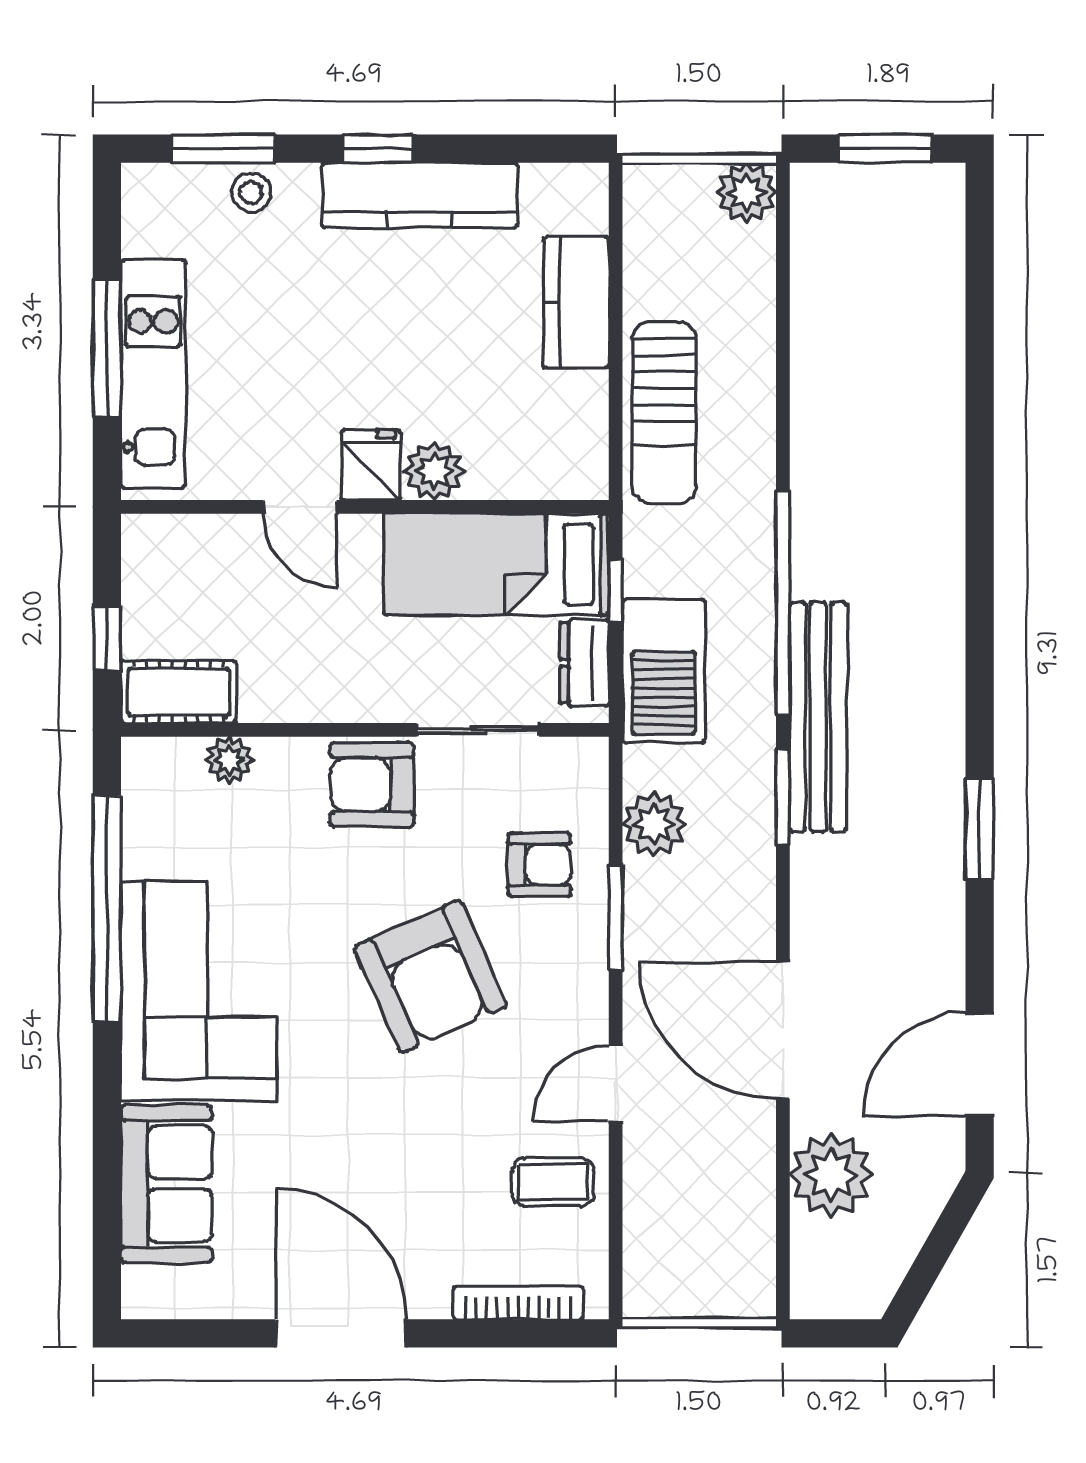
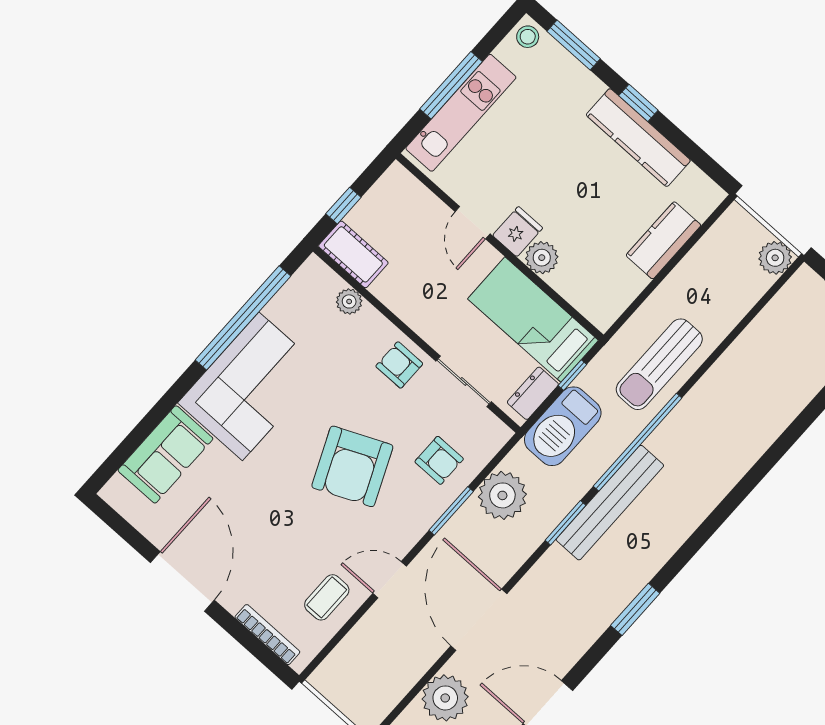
stool: (251, 193) -> (528, 37), moved
sun lounger: (664, 413) -> (659, 364), moved
armchair: (372, 785) -> (399, 365), width x0.72, depth x0.72
plant: (654, 824) -> (502, 495), width x1.36, depth x1.36
coffee table: (553, 1182) -> (327, 597), turned 90

